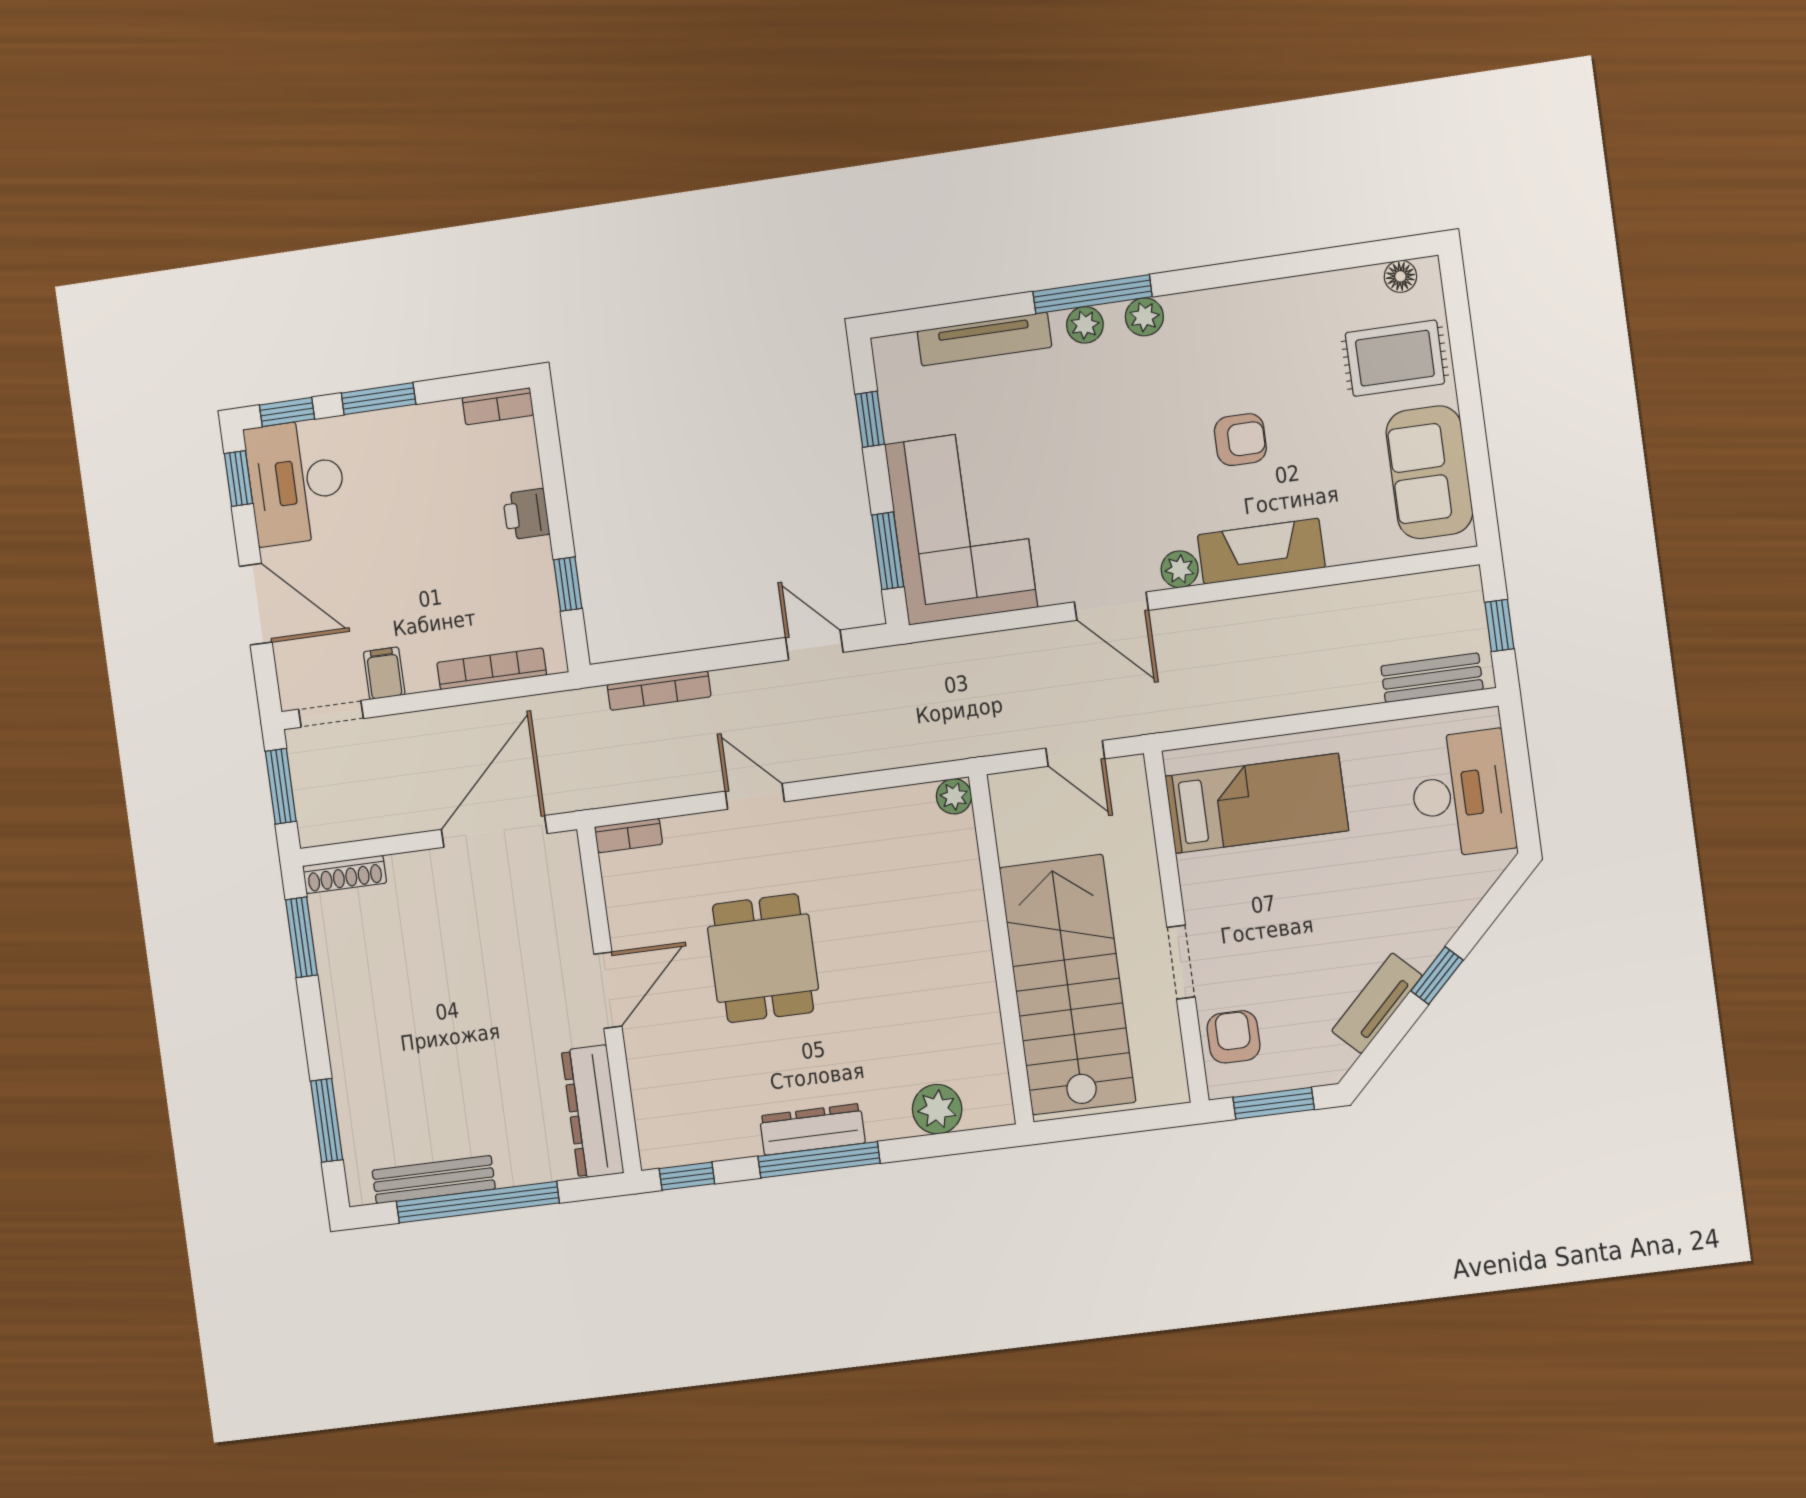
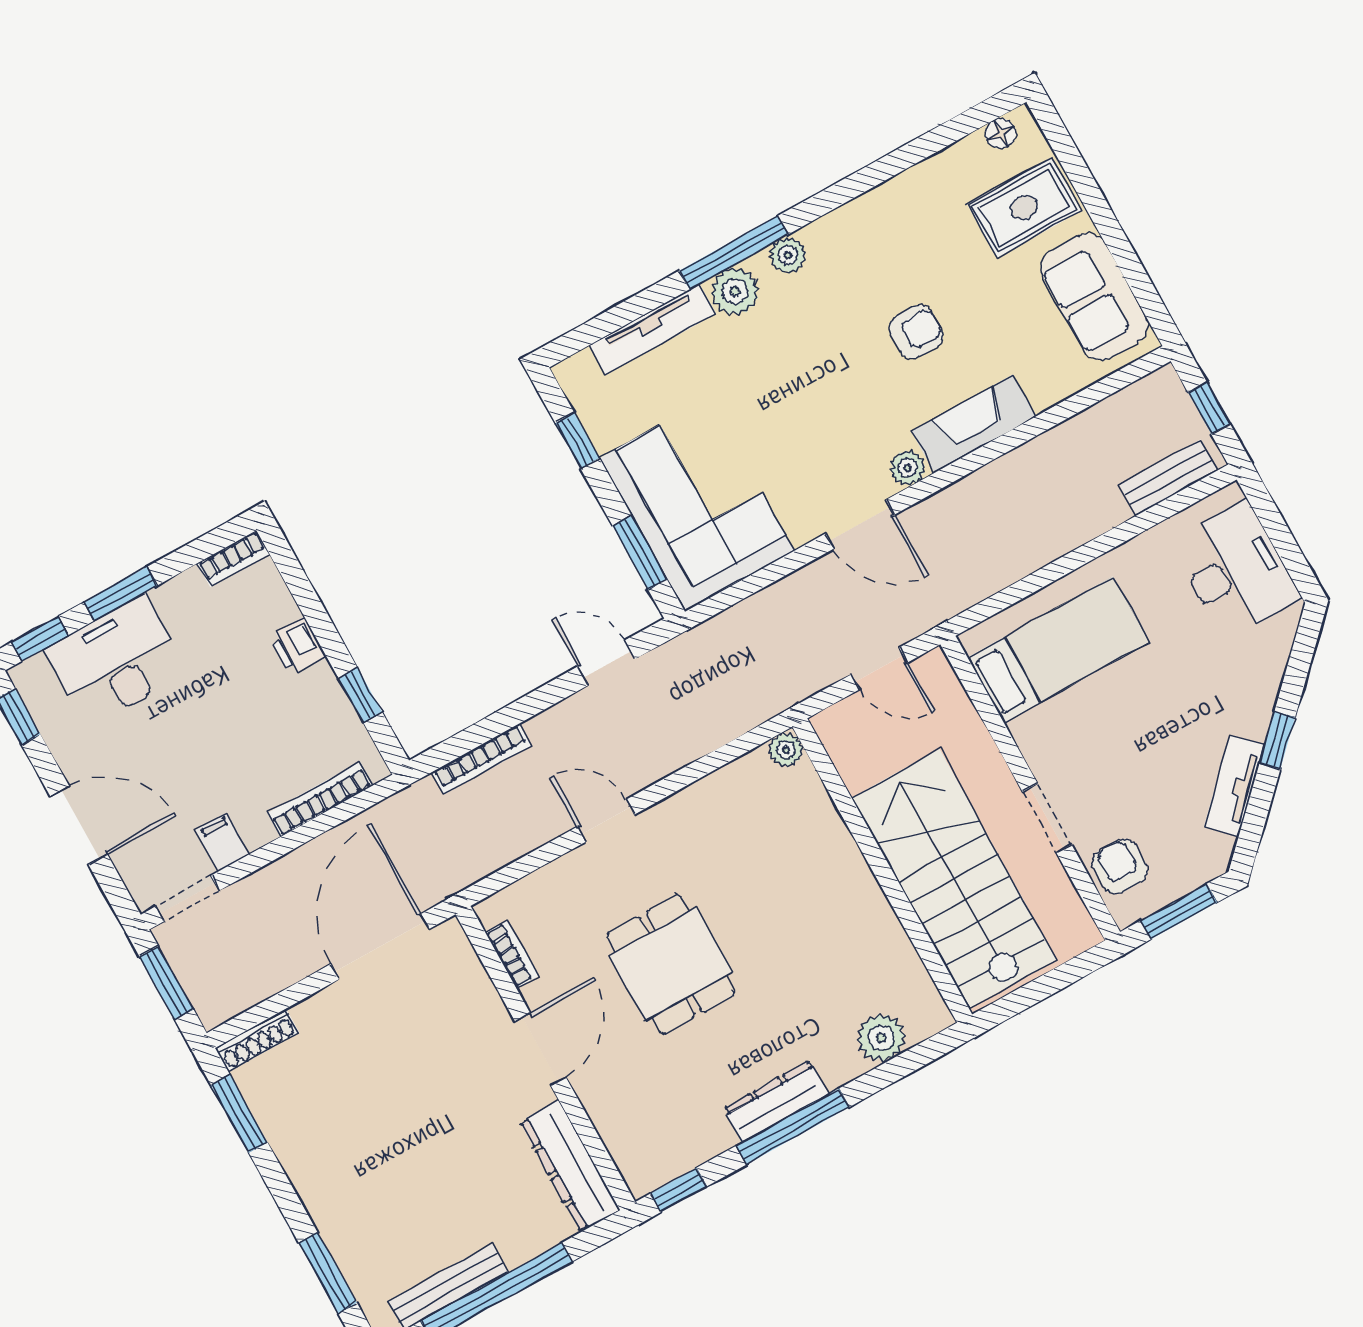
plant: (1085, 325) -> (735, 291), width x1.38, depth x1.38
desk: (296, 482) -> (116, 661), moved, turned 90
bookcase: (628, 836) -> (512, 954), moved, turned -90

